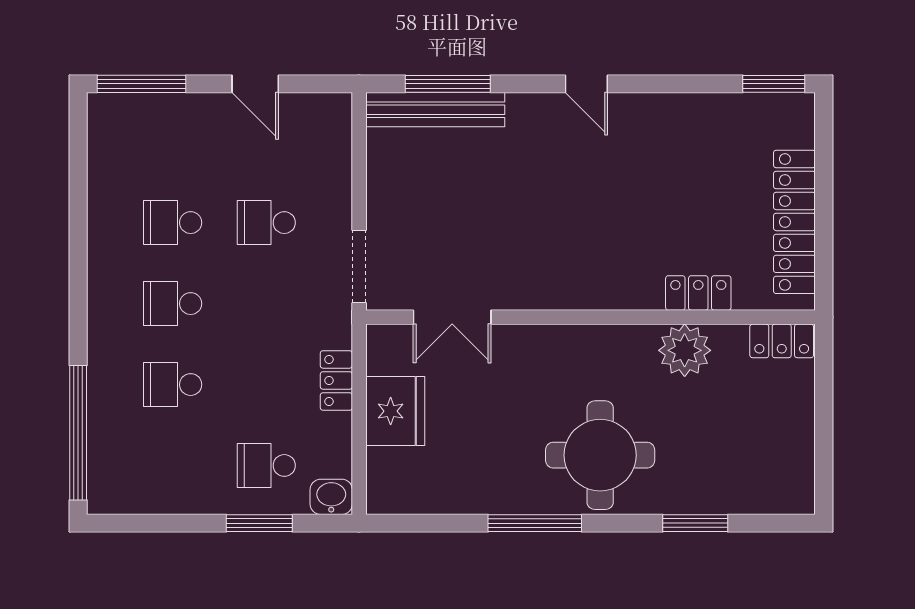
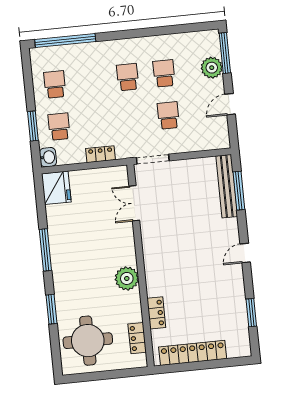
window: (774, 84) -> (251, 313), moved
plant: (171, 116) -> (212, 68), added
locker: (782, 341) -> (137, 338), moved
plant: (685, 350) -> (127, 278), moved
school desk: (173, 385) -> (55, 84), moved
fridge: (395, 411) -> (56, 188), moved, turned -90
round table: (600, 455) -> (88, 341), moved
window: (695, 523) -> (51, 309), moved

